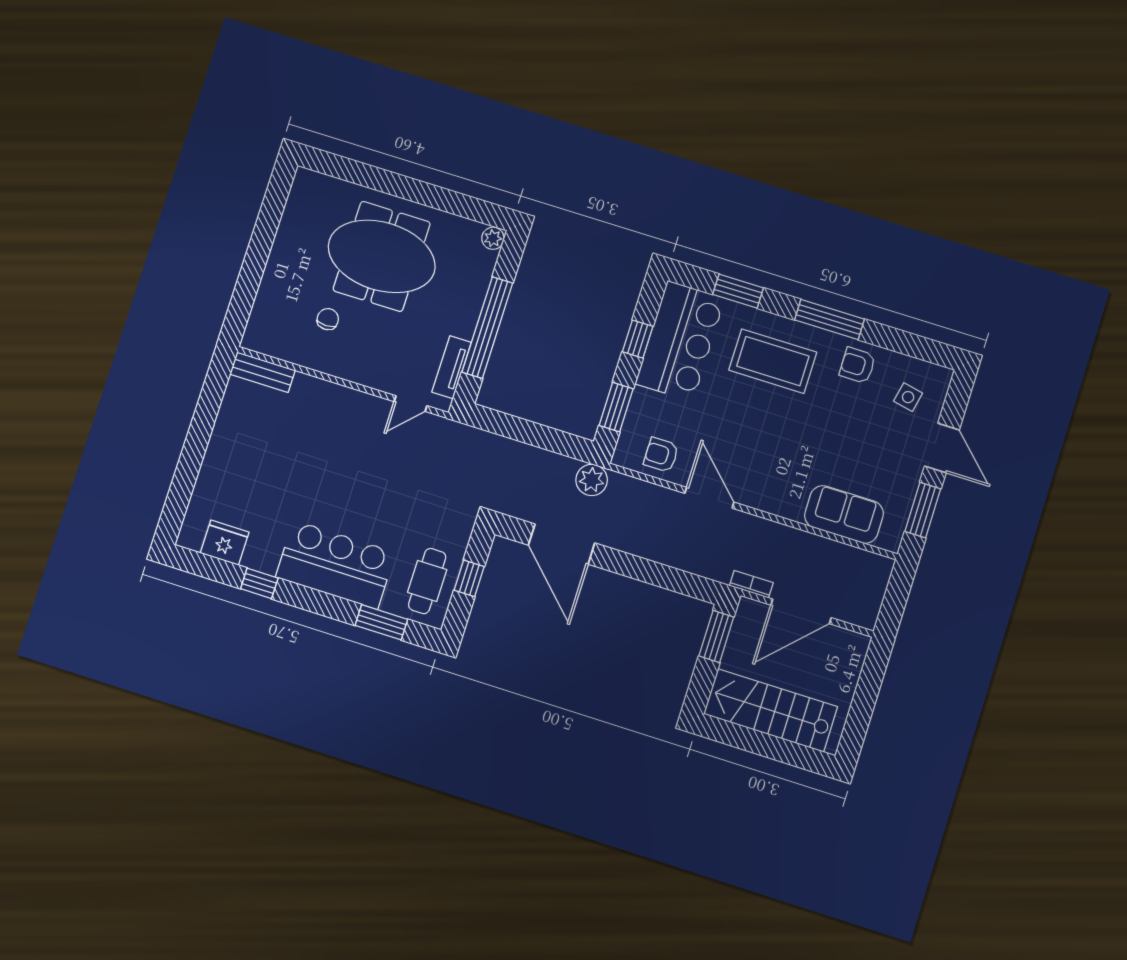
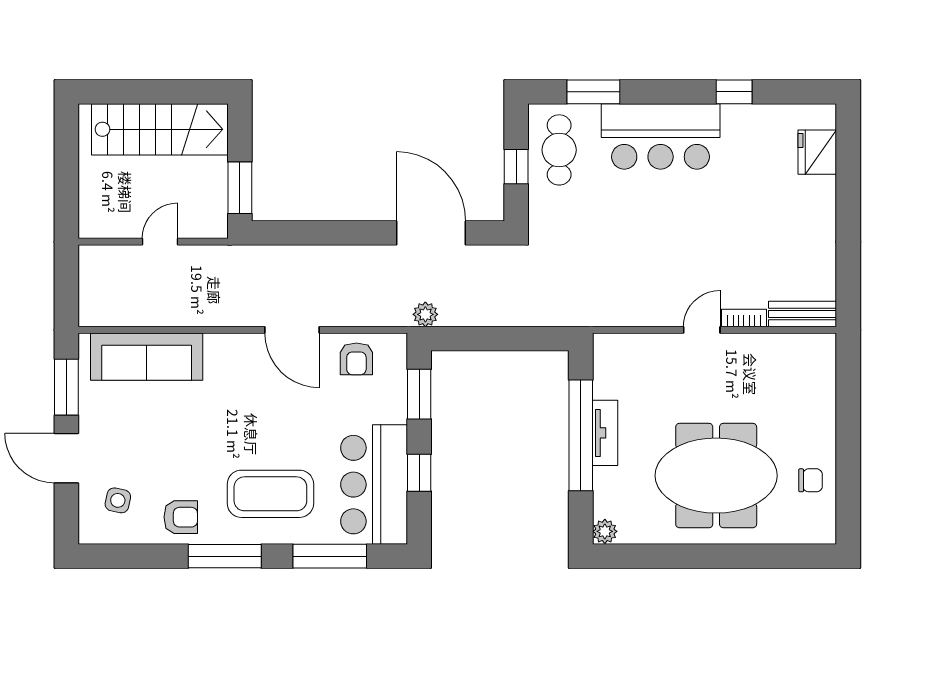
window: (738, 291) -> (330, 556), width x1.44
chair: (328, 319) -> (810, 480), moved, turned -90
tv unit: (452, 367) -> (605, 433), moved
door: (411, 404) -> (702, 330), moved
armchair: (661, 455) -> (356, 359), turned 90
plant: (592, 480) -> (425, 314), width x0.73, depth x0.73
sofa: (844, 514) -> (147, 357), width x1.36
fridge: (225, 543) -> (817, 152), moved, turned 90
bookcase: (751, 584) -> (744, 318), moved, turned 180
door: (801, 611) -> (160, 242), width x0.53

